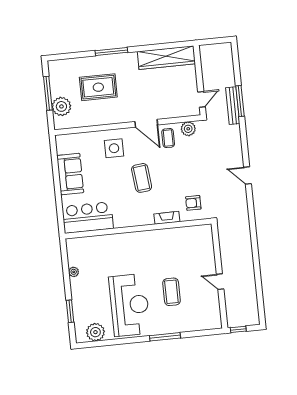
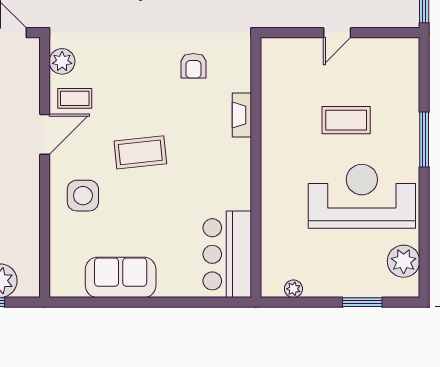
bar counter: (88, 217) -> (227, 254), moved
fireplace: (167, 218) -> (242, 115), moved
wall: (138, 229) -> (256, 167), moved

